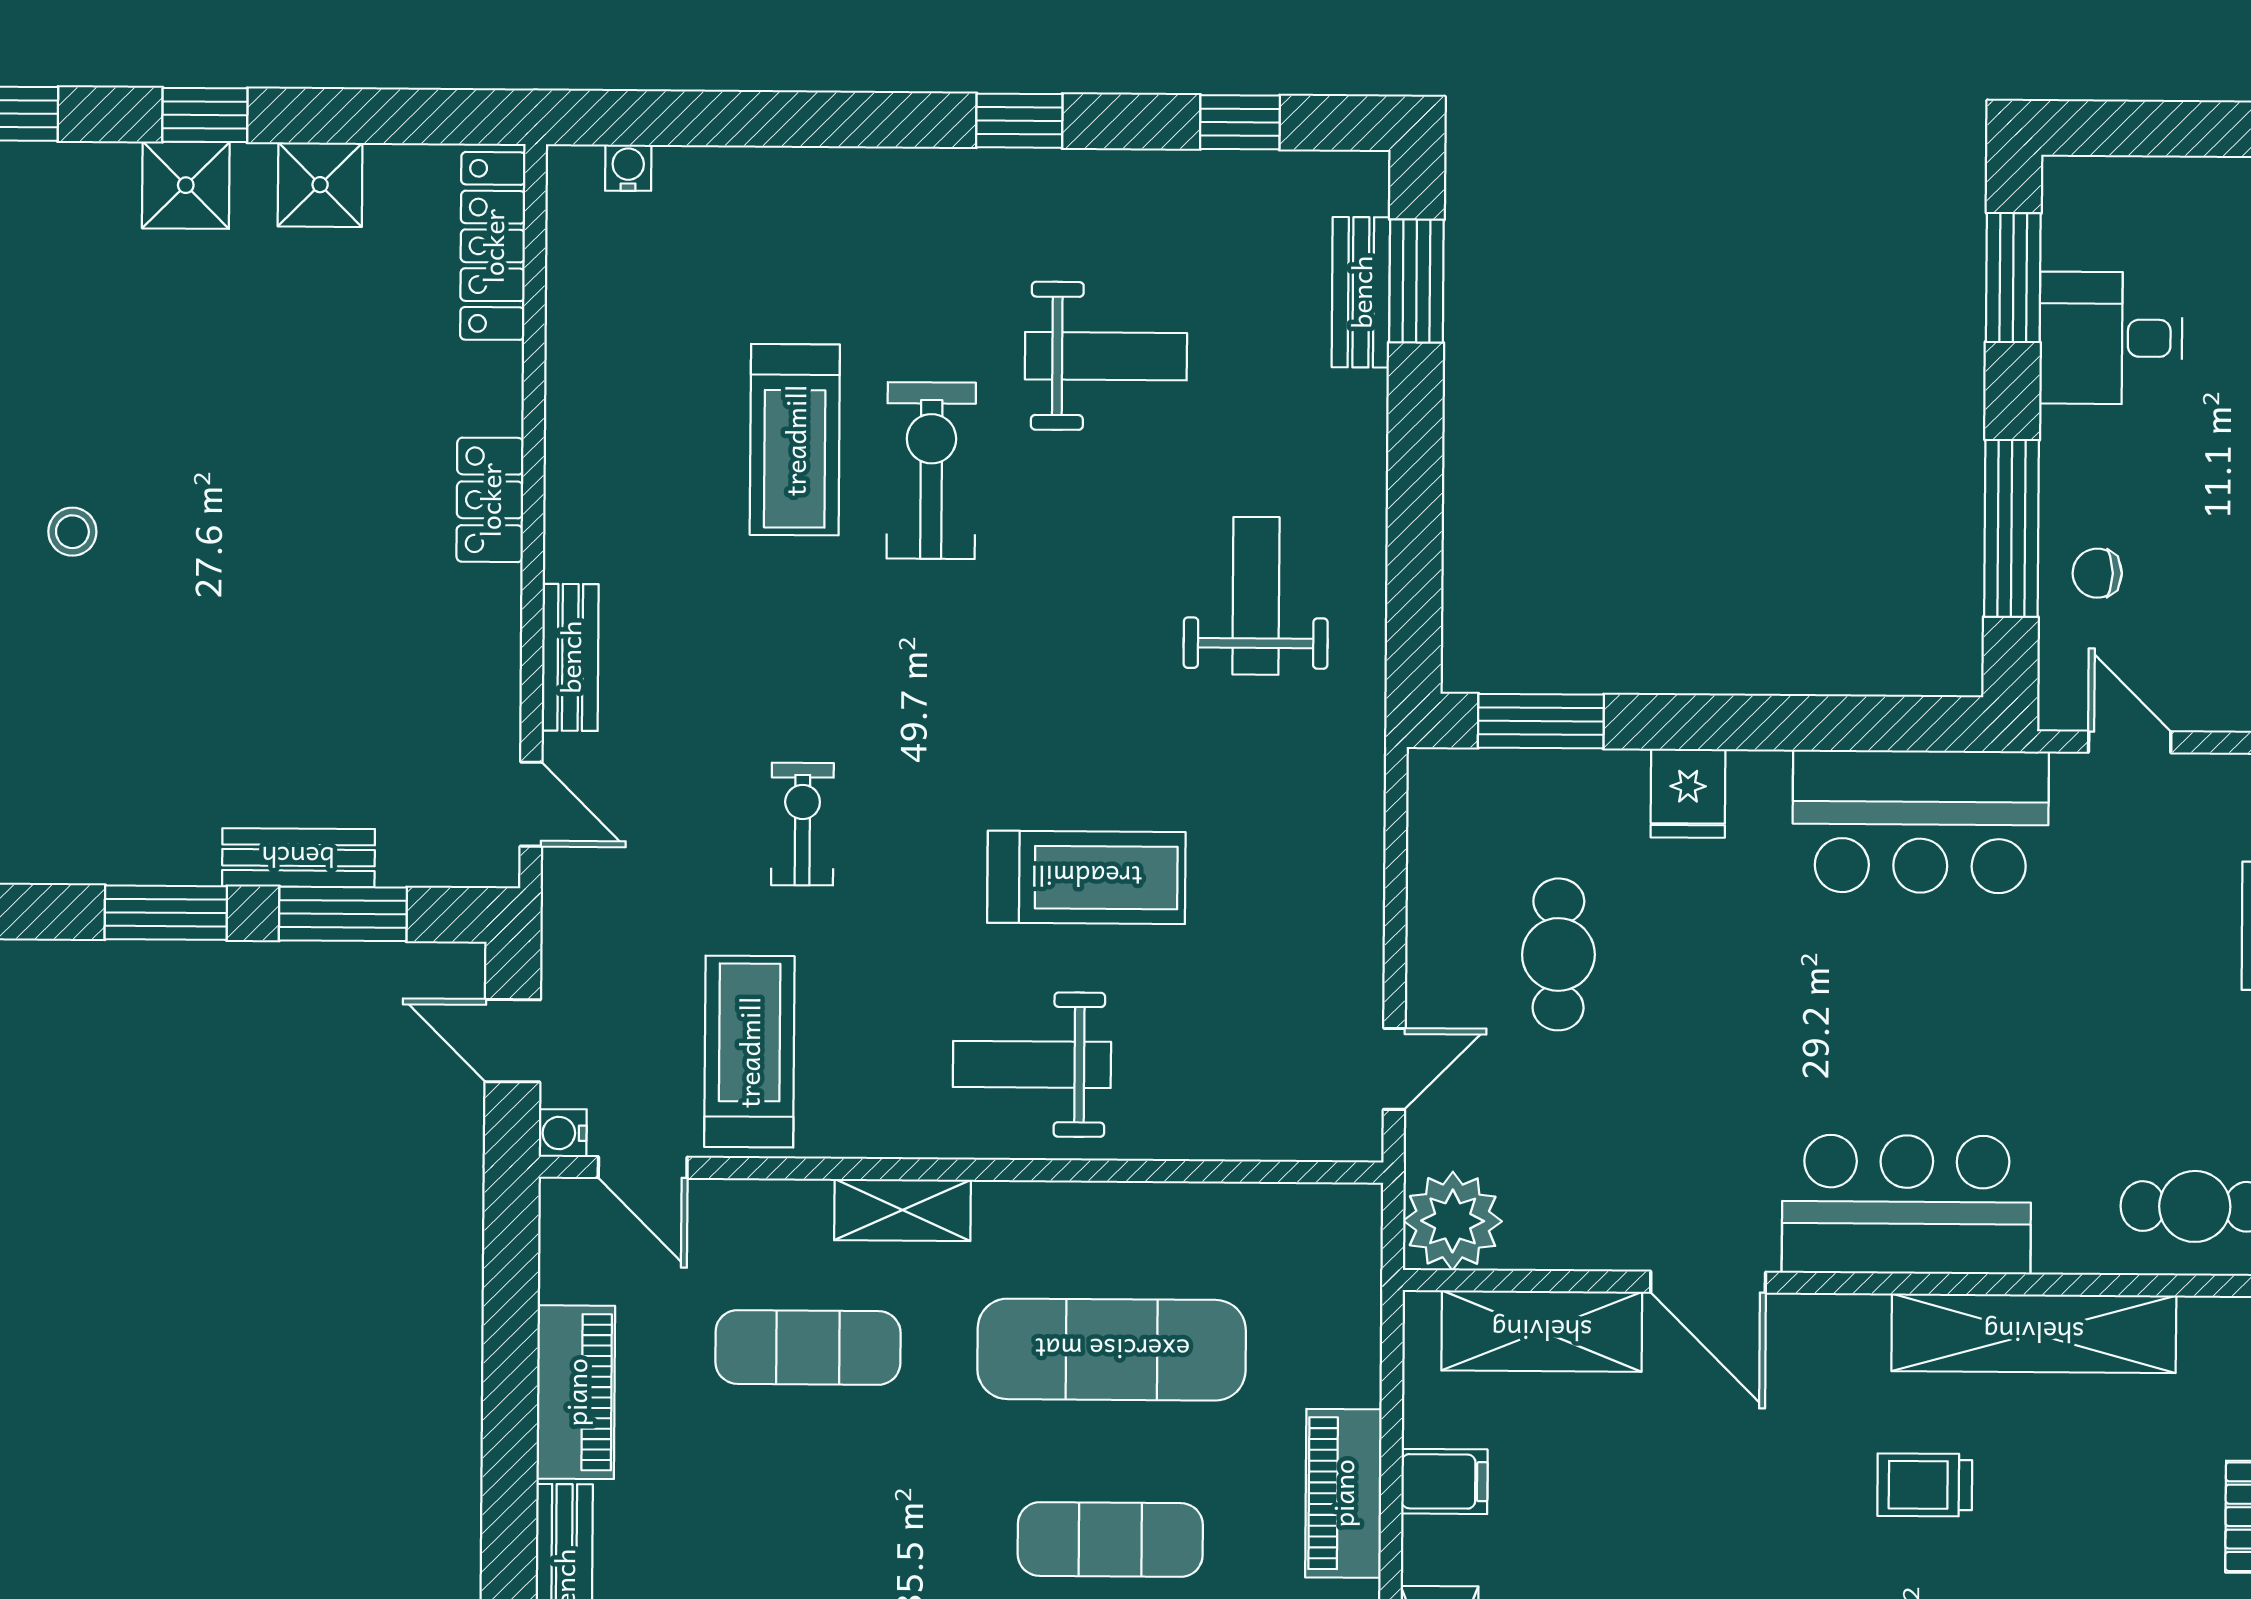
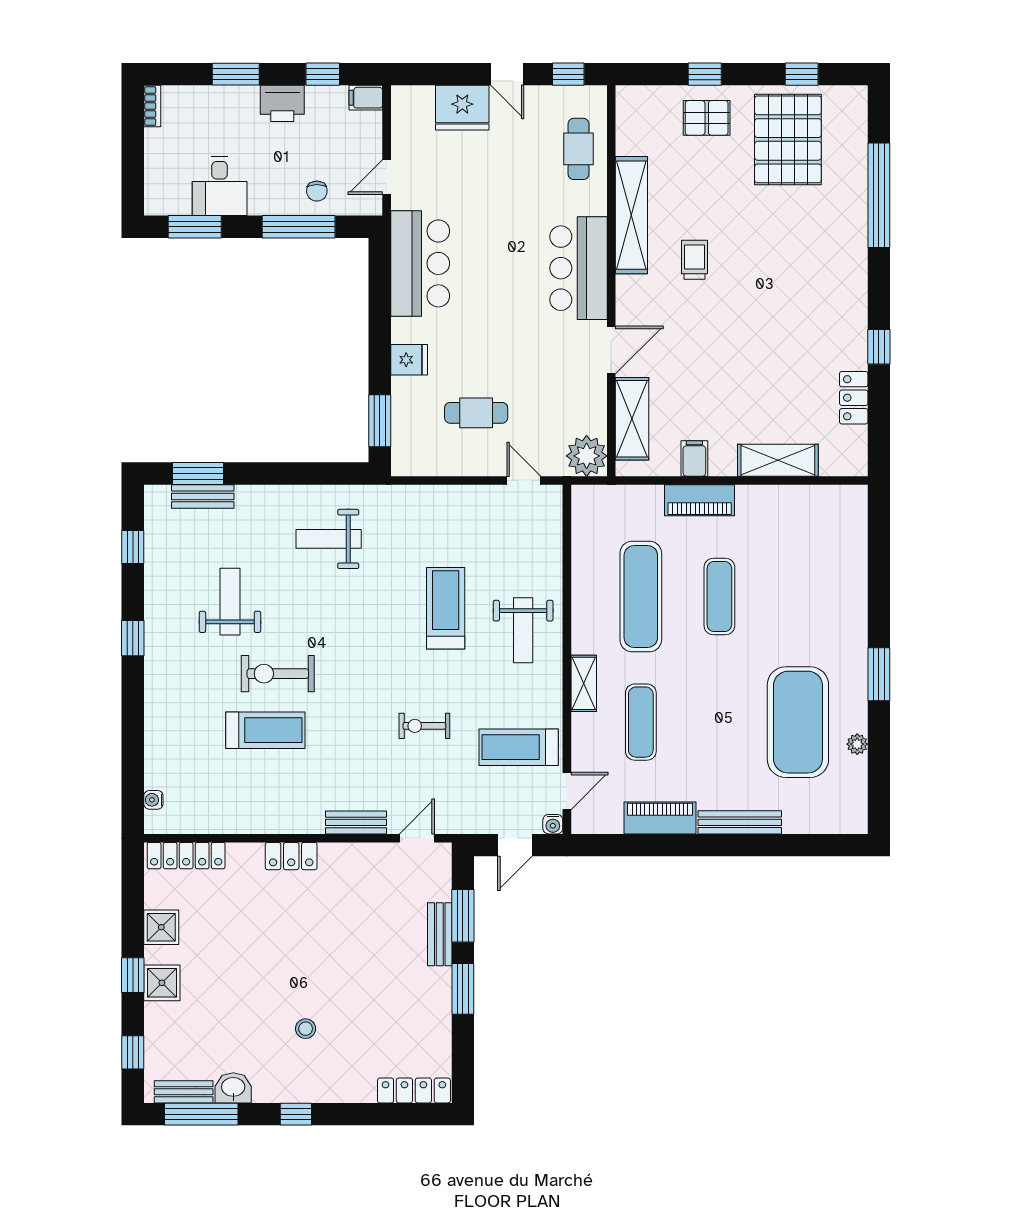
trolley: (1925, 1485) -> (694, 260), turned 180

